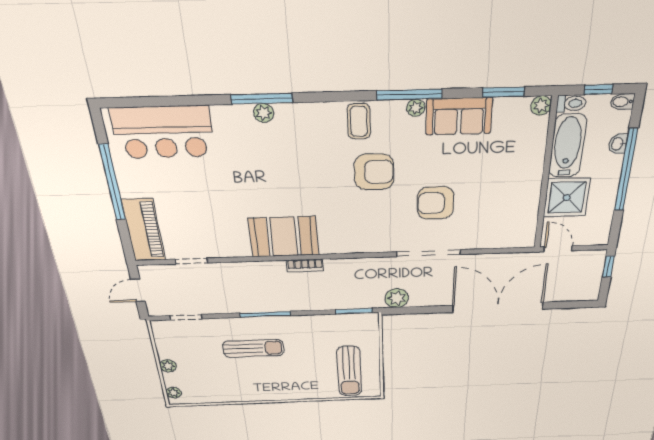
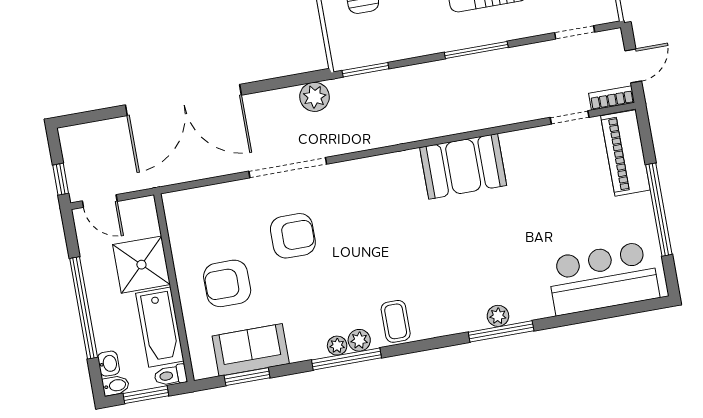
window: (598, 89) -> (146, 395), width x1.50
plant: (541, 106) -> (359, 340), moved
sofa: (459, 116) -> (251, 350), moved
washbasin: (618, 144) -> (109, 364), moved
armchair: (374, 172) -> (227, 283), moved
door: (558, 249) -> (100, 201), moved
bookcase: (305, 266) -> (612, 98), moved

